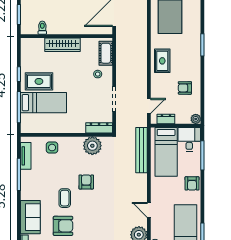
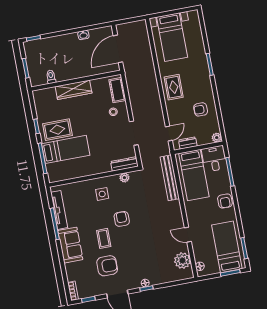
plant: (92, 146) -> (124, 178), width x0.53, depth x0.53
side table: (52, 148) -> (102, 194), moved
tv unit: (26, 156) -> (59, 210), width x1.41
sofa: (30, 217) -> (70, 245), moved

